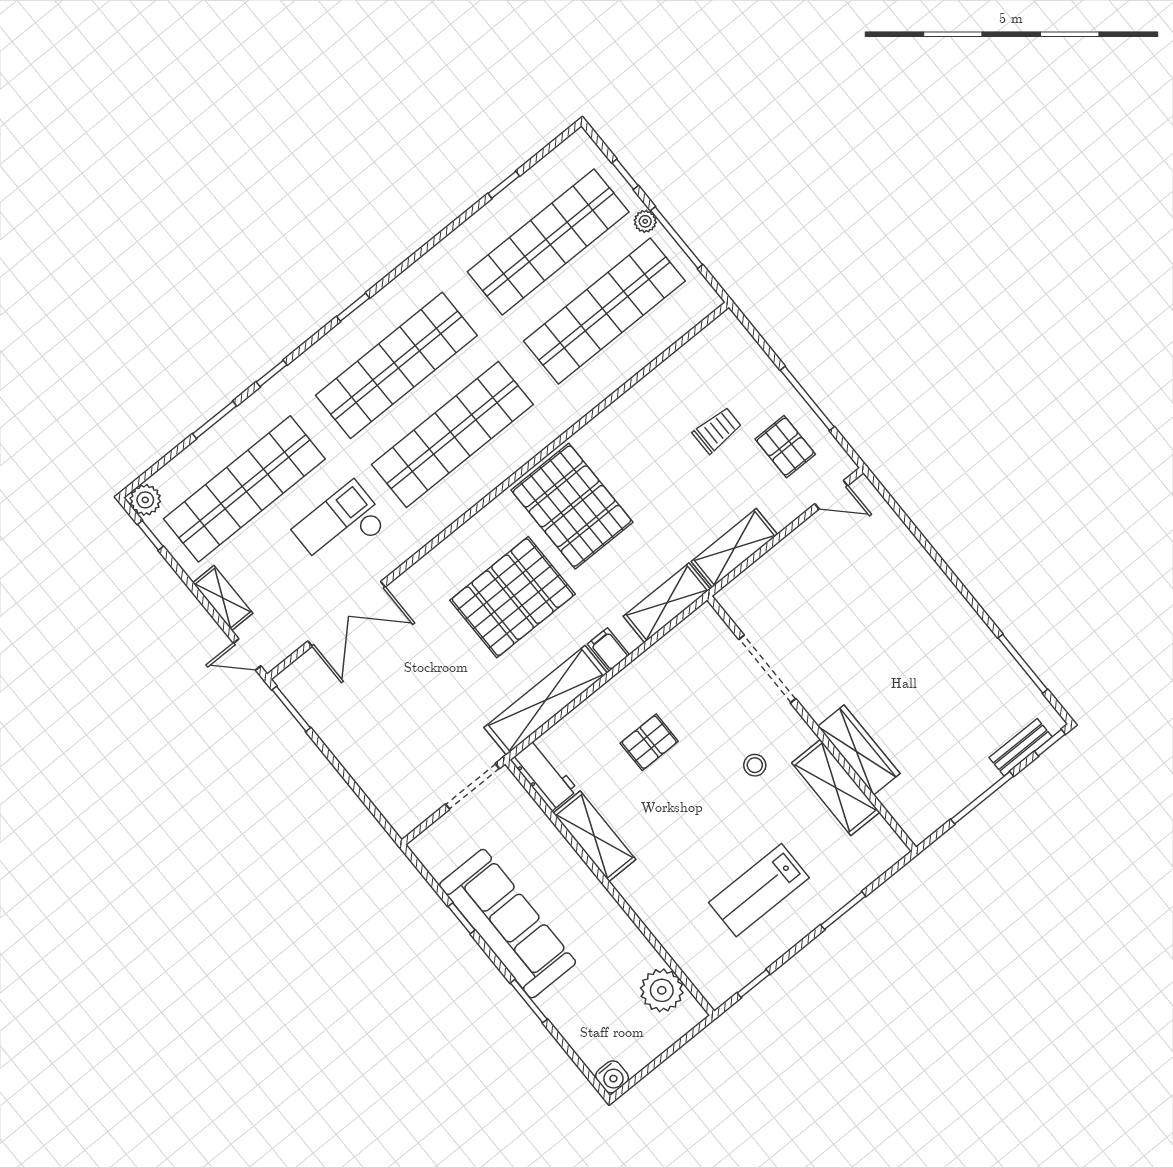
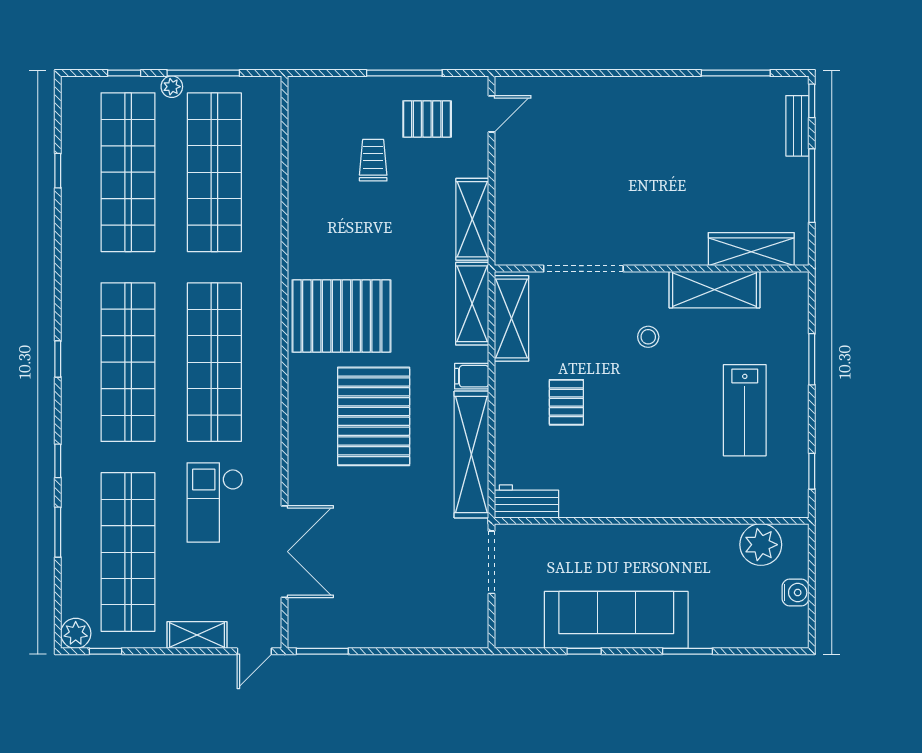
wardrobe: (859, 750) -> (751, 249), moved
shelving: (595, 836) -> (511, 318), moved, turned 90
water cooler: (612, 1077) -> (796, 593), moved

